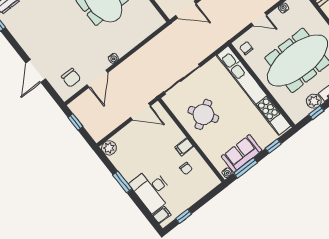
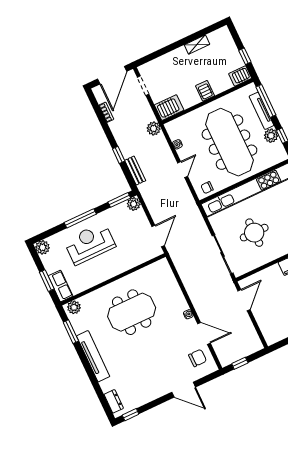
round table: (203, 114) -> (254, 233), moved, turned 32
plant: (109, 148) -> (271, 337), removed

